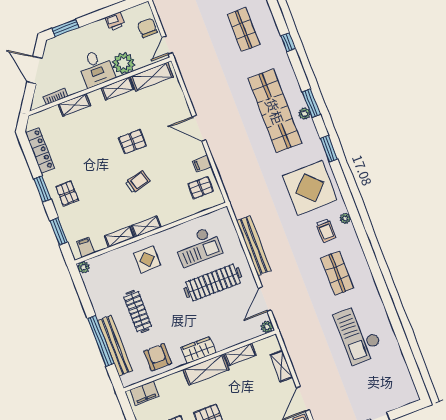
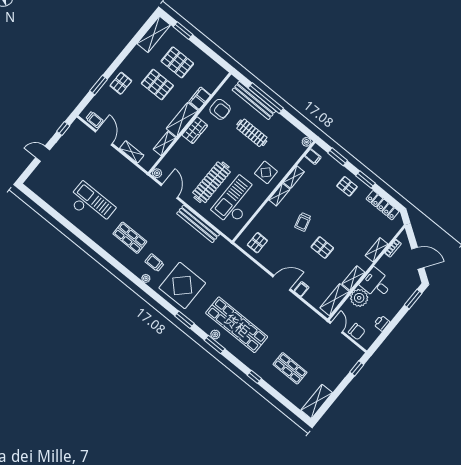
pallet: (132, 142) -> (322, 247), turned 90
filing cabinet: (202, 164) -> (302, 289), moved
checkout: (198, 247) -> (236, 201), width x1.36, depth x1.21
filing cabinet: (144, 393) -> (200, 98), moved

